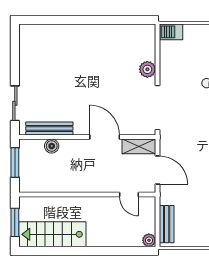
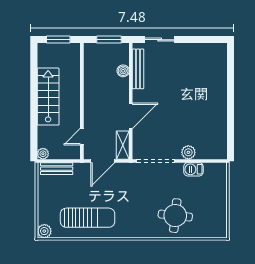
barbecue: (171, 32) -> (193, 169), moved, turned -90
stairs: (52, 234) -> (48, 97), moved

